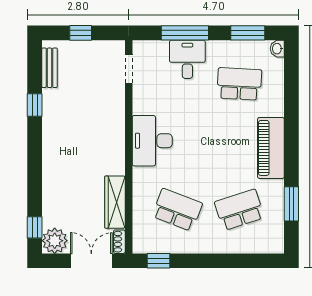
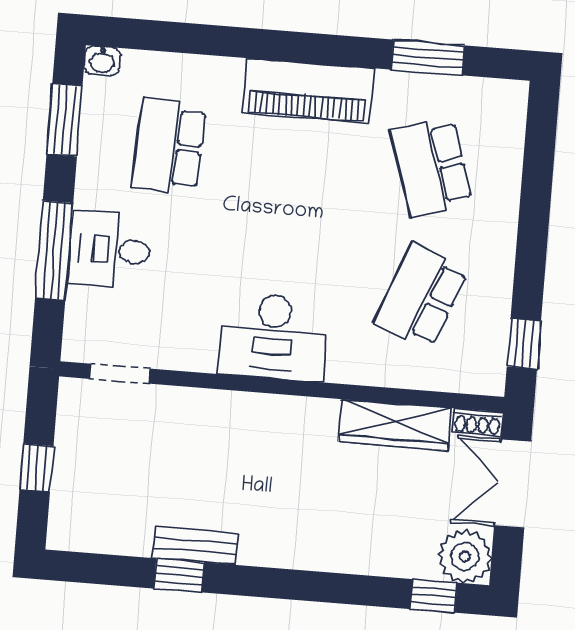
bench: (50, 68) -> (195, 546), moved

